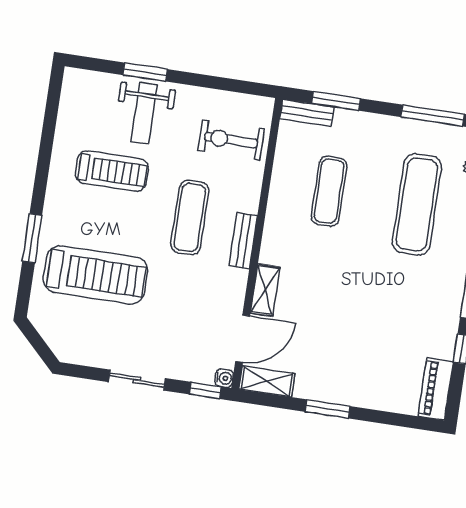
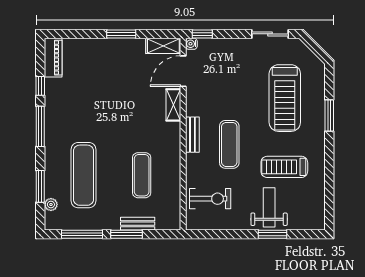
window: (336, 101) -> (127, 234), moved
bench: (307, 113) -> (138, 224), moved
treadmill: (95, 275) -> (285, 98), turned -90
sliding door: (137, 380) -> (270, 34), moved

